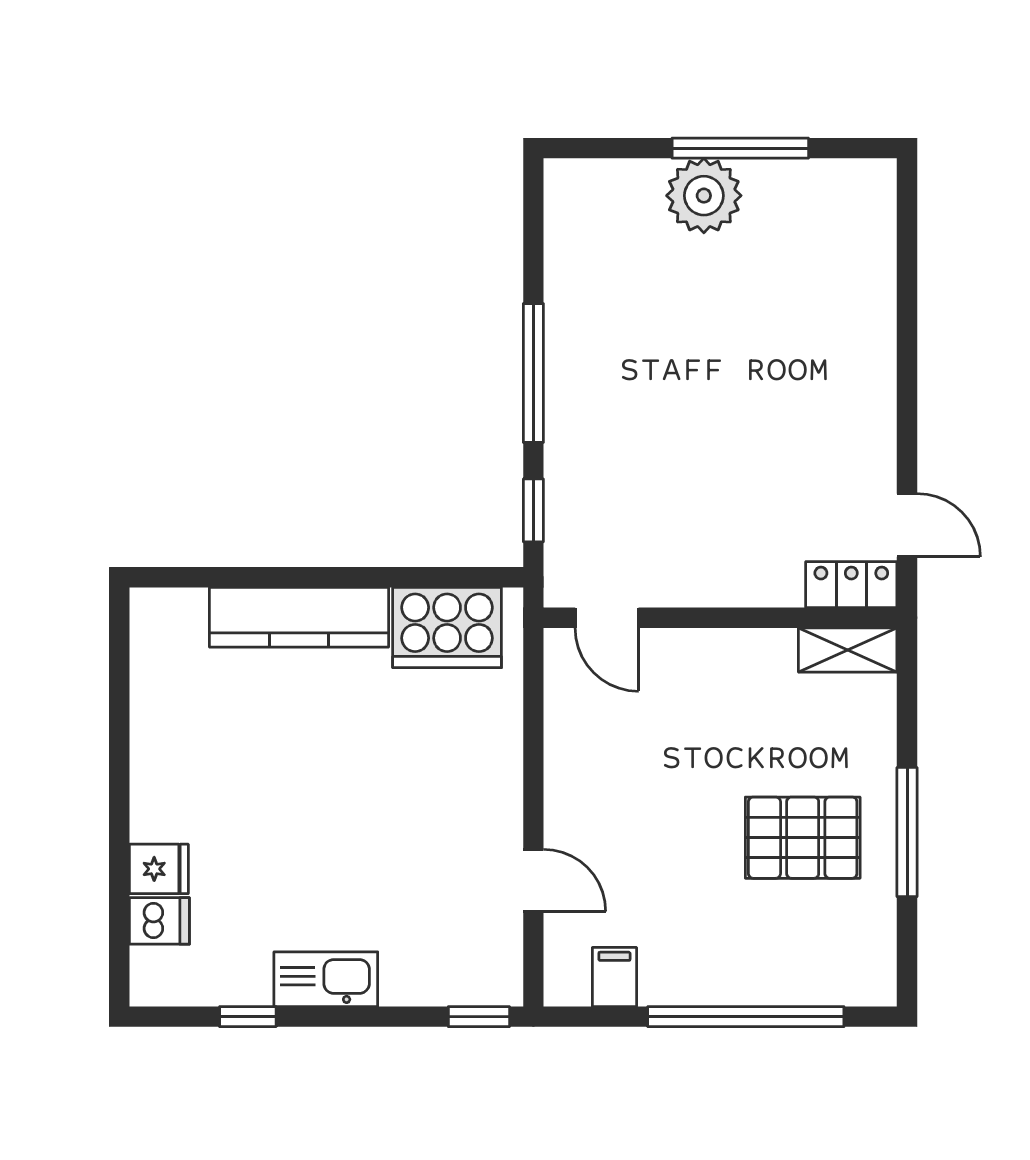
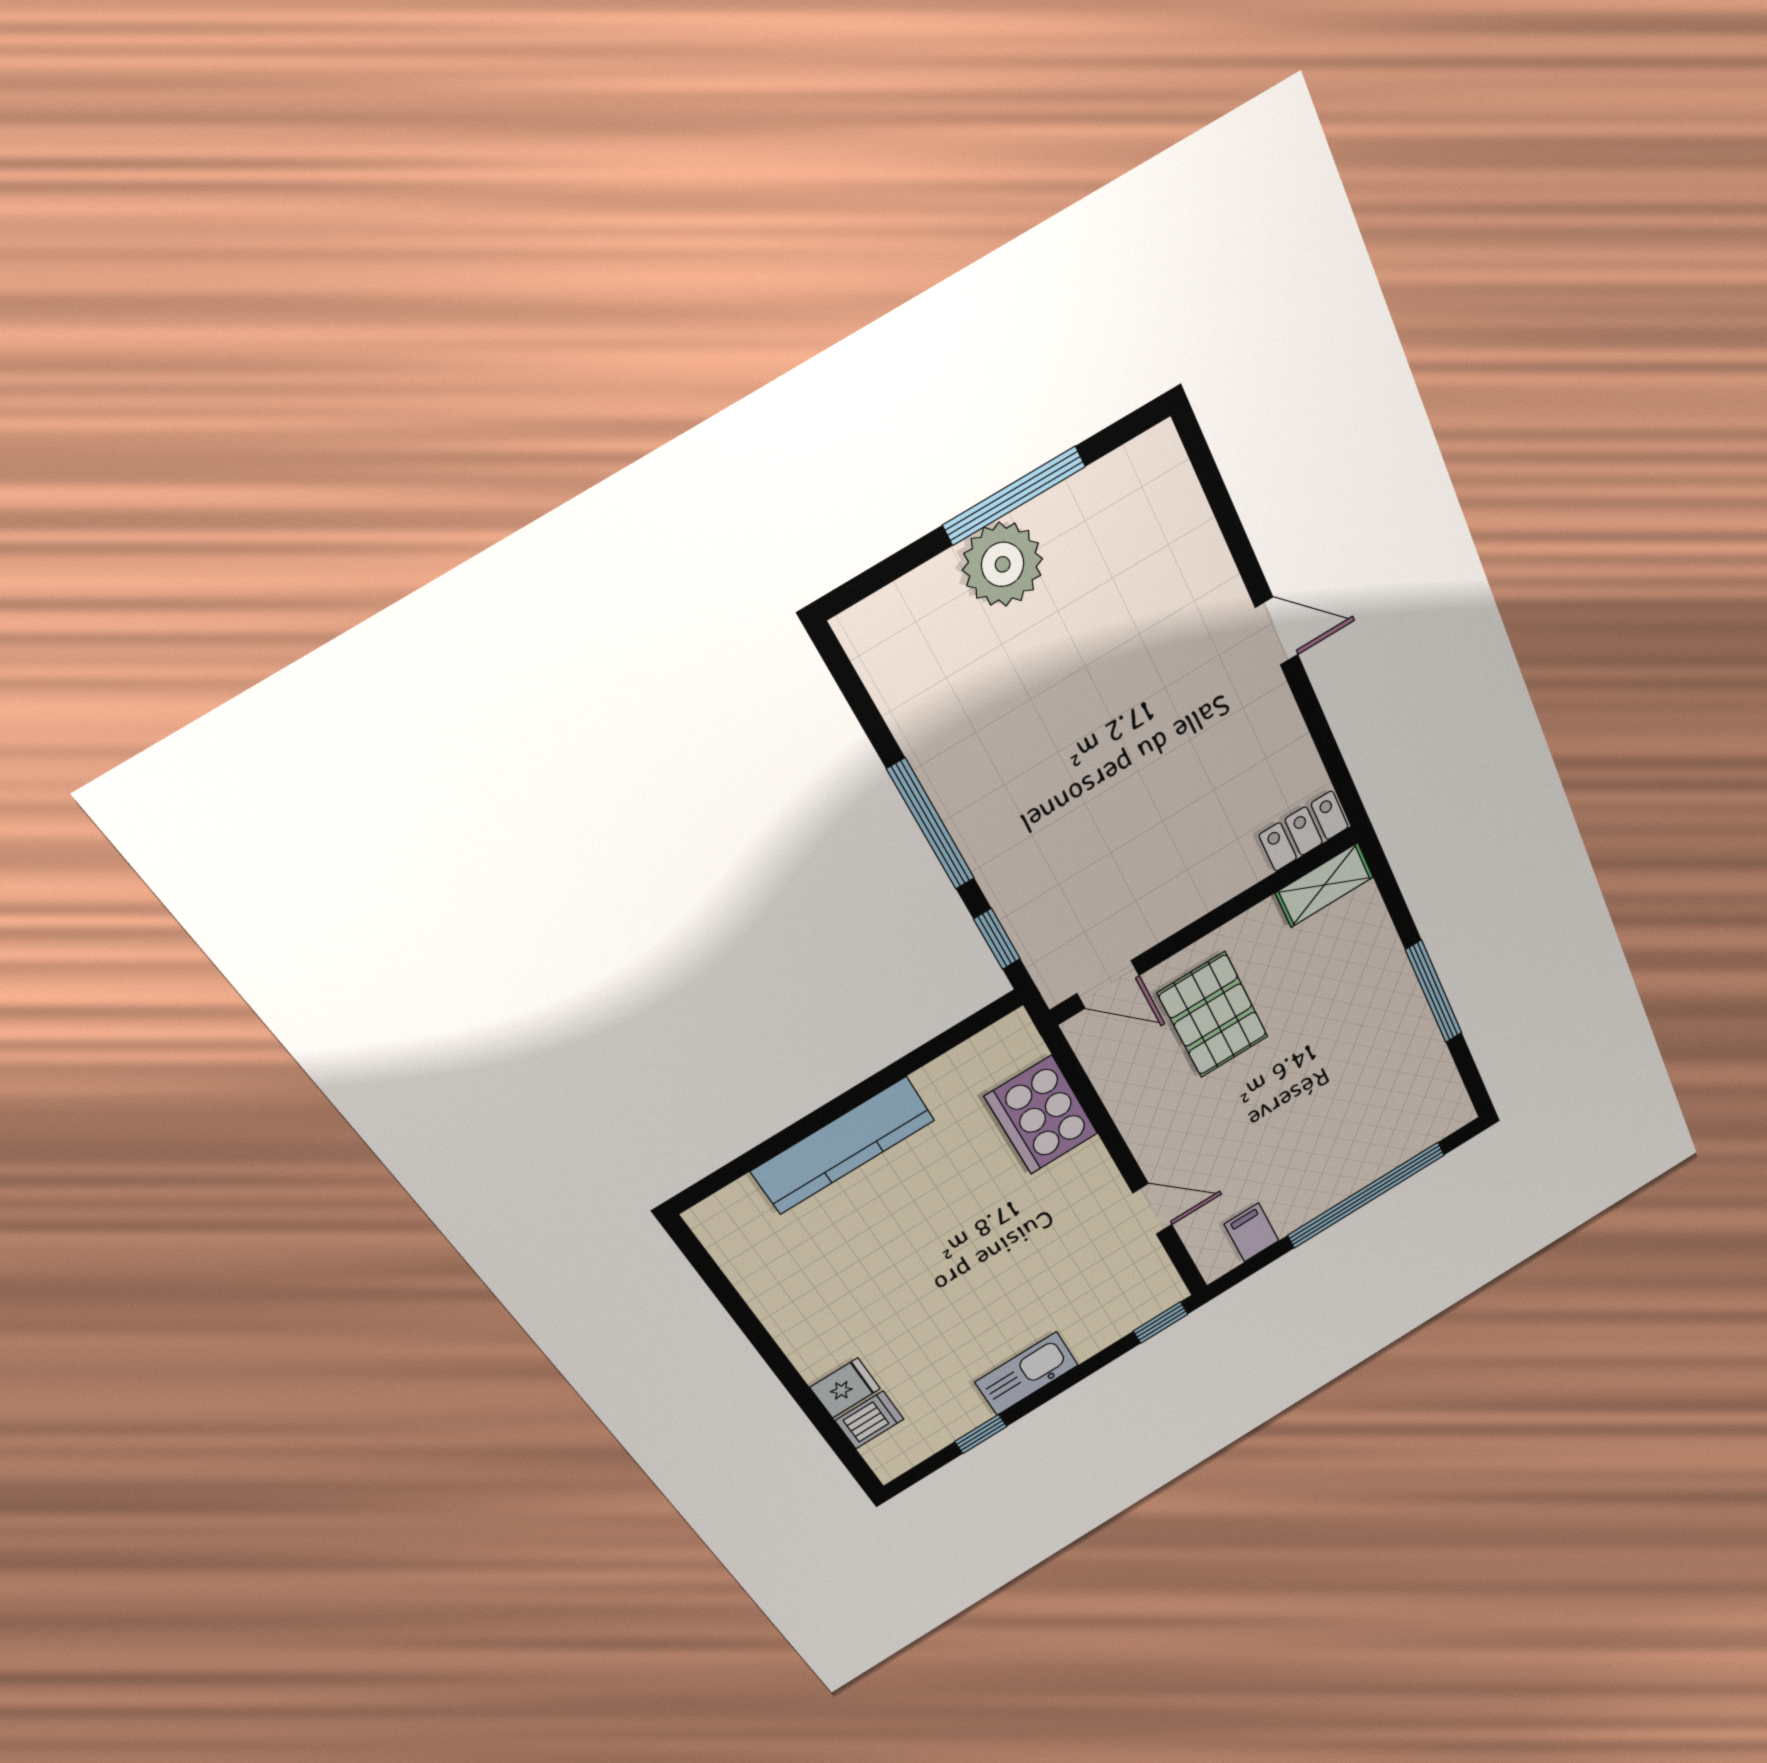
door: (907, 525) -> (1277, 631), moved
cooker: (447, 628) -> (1041, 1115), moved, turned 90
pallet: (803, 838) -> (1213, 1015), moved, turned 90

